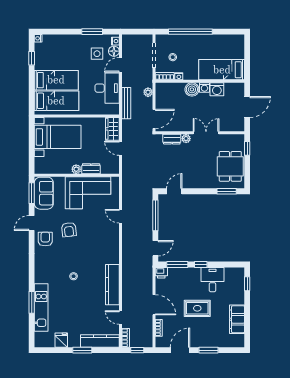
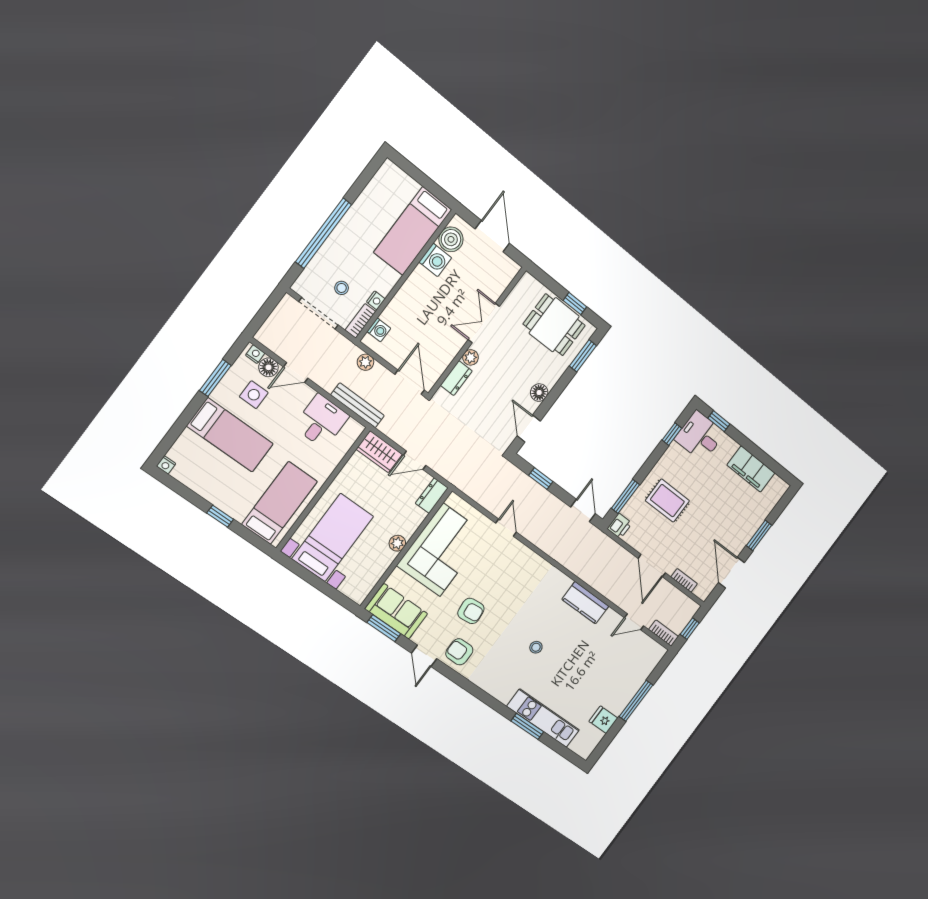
window: (32, 58) -> (220, 516), moved
door: (120, 65) -> (296, 373), hinge flipped
bed: (56, 80) -> (230, 435), moved, turned 90
washing machine: (204, 87) -> (379, 330), moved
desk: (107, 88) -> (321, 421), width x0.73
boiler: (192, 89) -> (451, 239), moved
window: (247, 148) -> (575, 304), moved
dresser: (91, 169) -> (432, 496), moved
floor lamp: (194, 183) -> (539, 393), added
window: (155, 215) -> (541, 479), width x0.46
door: (120, 216) -> (506, 528), swing flipped
window: (201, 264) -> (672, 434), moved
desk: (212, 280) -> (700, 436), moved
kitchen counter: (112, 285) -> (585, 603), width x0.67
door: (154, 305) -> (652, 566), swing flipped
rug: (197, 308) -> (667, 501), moved, turned 90
kitchen counter: (100, 341) -> (642, 670), removed
window: (82, 350) -> (636, 701), width x1.44

